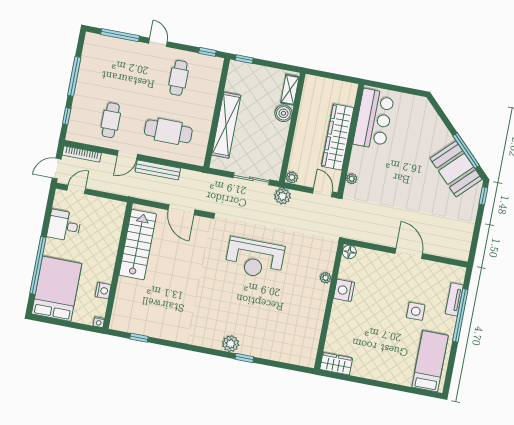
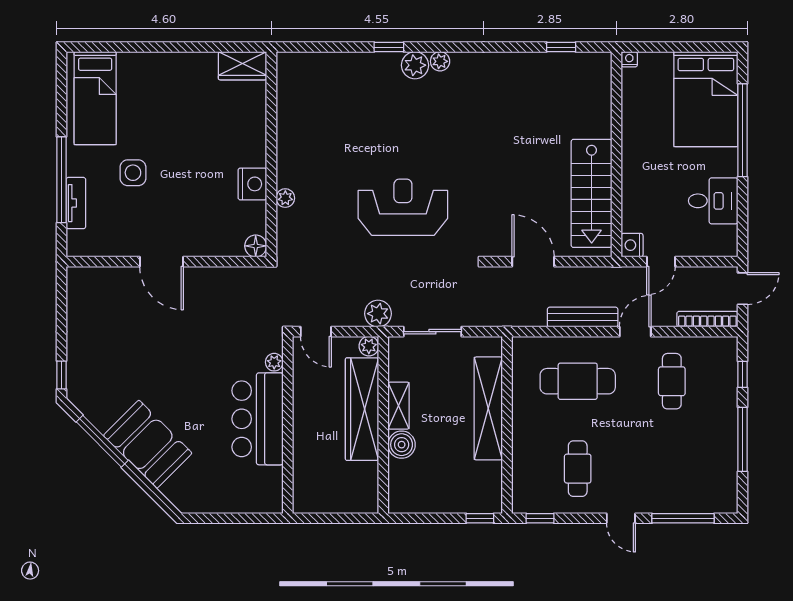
shelving: (290, 90) -> (399, 406), moved
bar counter: (374, 119) -> (257, 419), moved
wardrobe: (338, 137) -> (362, 409), moved, turned 180
booth: (456, 169) -> (148, 444), moved
door: (76, 189) -> (661, 262), moved
nightstand: (103, 291) -> (632, 245), moved
plant: (215, 343) -> (440, 61), added

